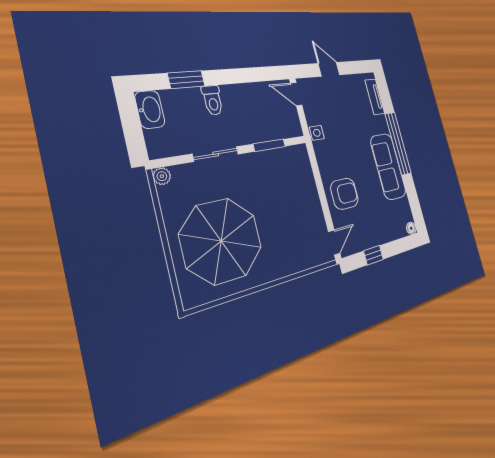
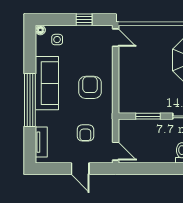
armchair: (335, 113) -> (85, 133), added
side table: (317, 133) -> (57, 40), moved
armchair: (344, 194) -> (90, 87), moved, turned 90
door: (334, 242) -> (116, 38), swing flipped

